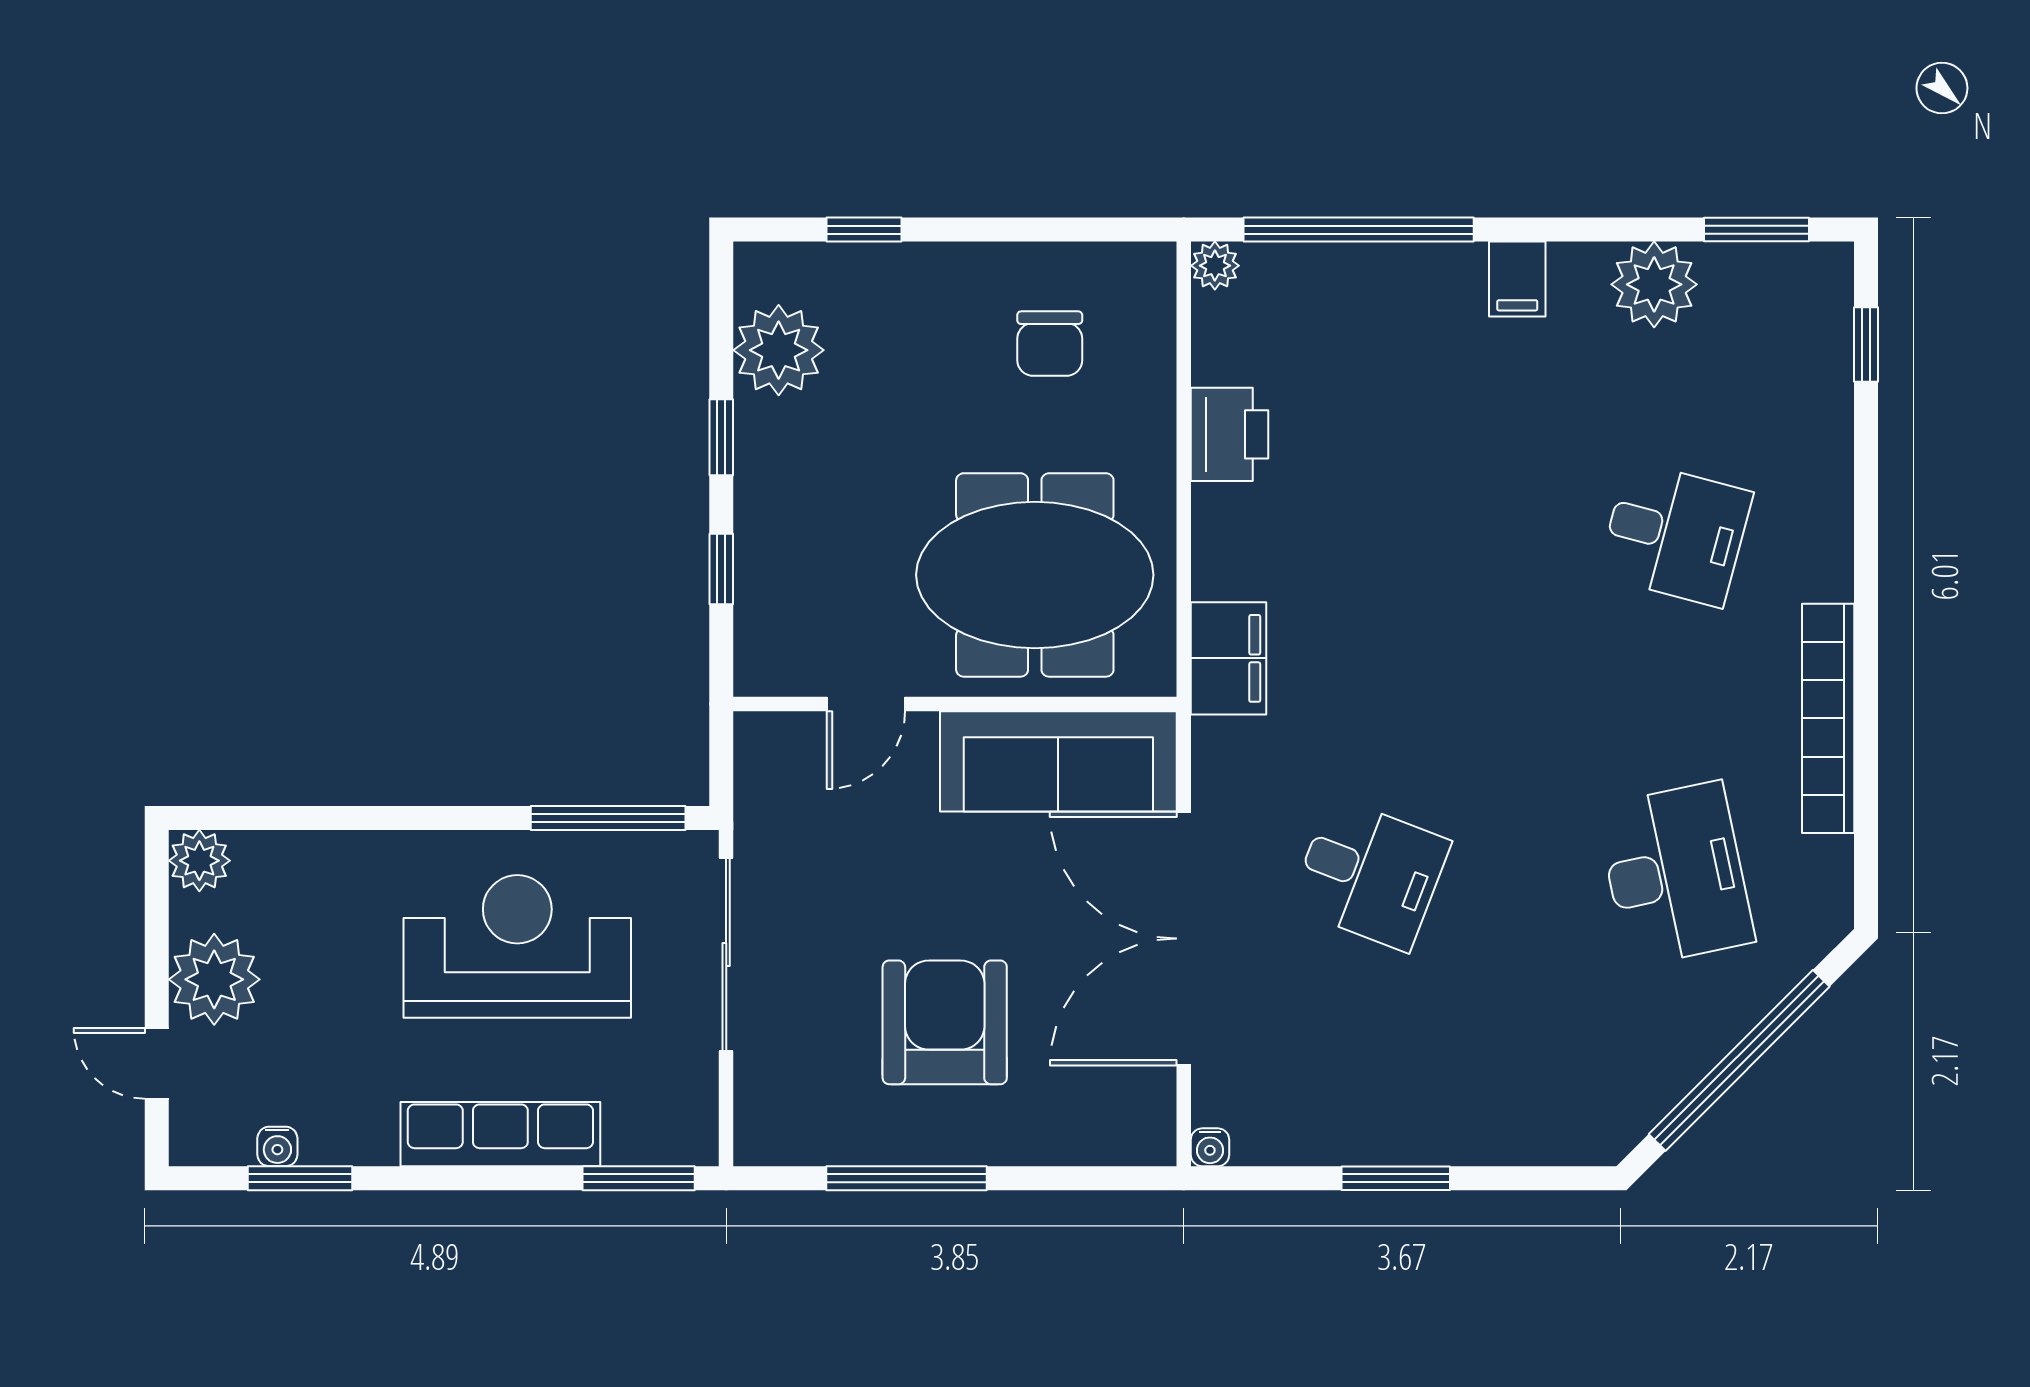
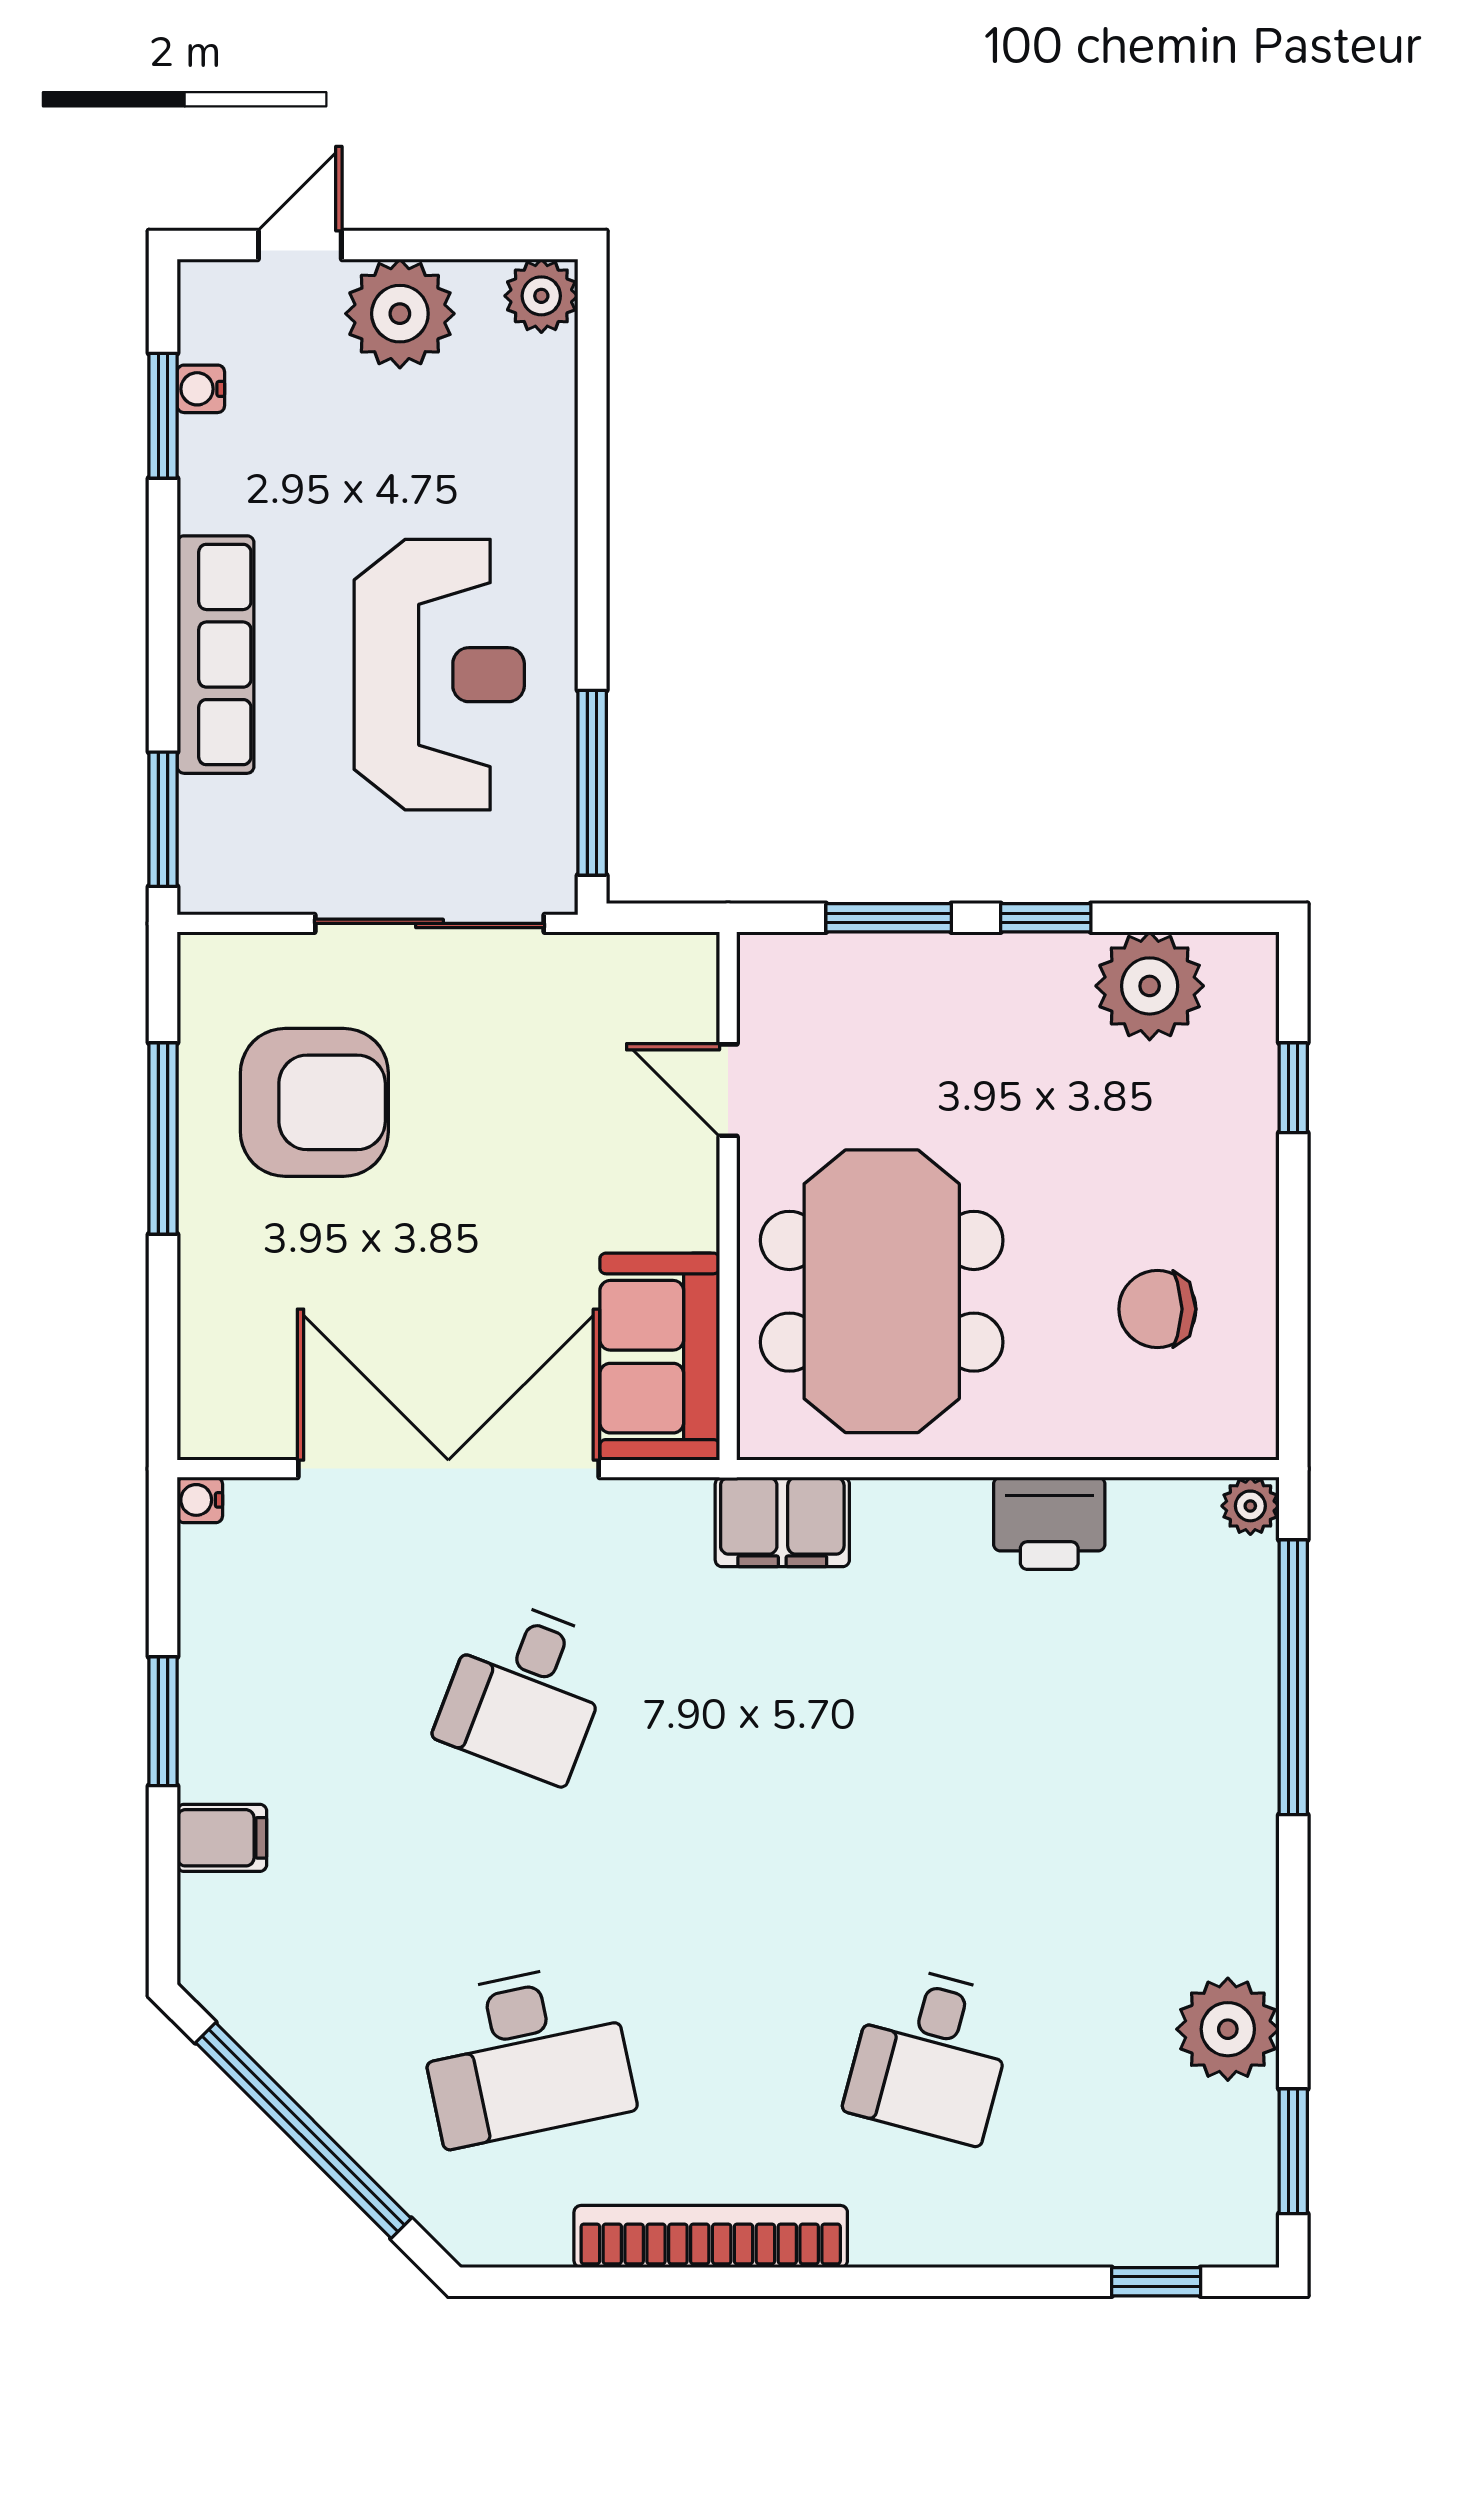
filing cabinet: (1517, 279) -> (222, 1838), moved, turned 180
window: (721, 569) -> (889, 918), width x1.50
sofa: (1058, 761) -> (660, 1357), width x0.73
armchair: (945, 1022) -> (314, 1102), moved

